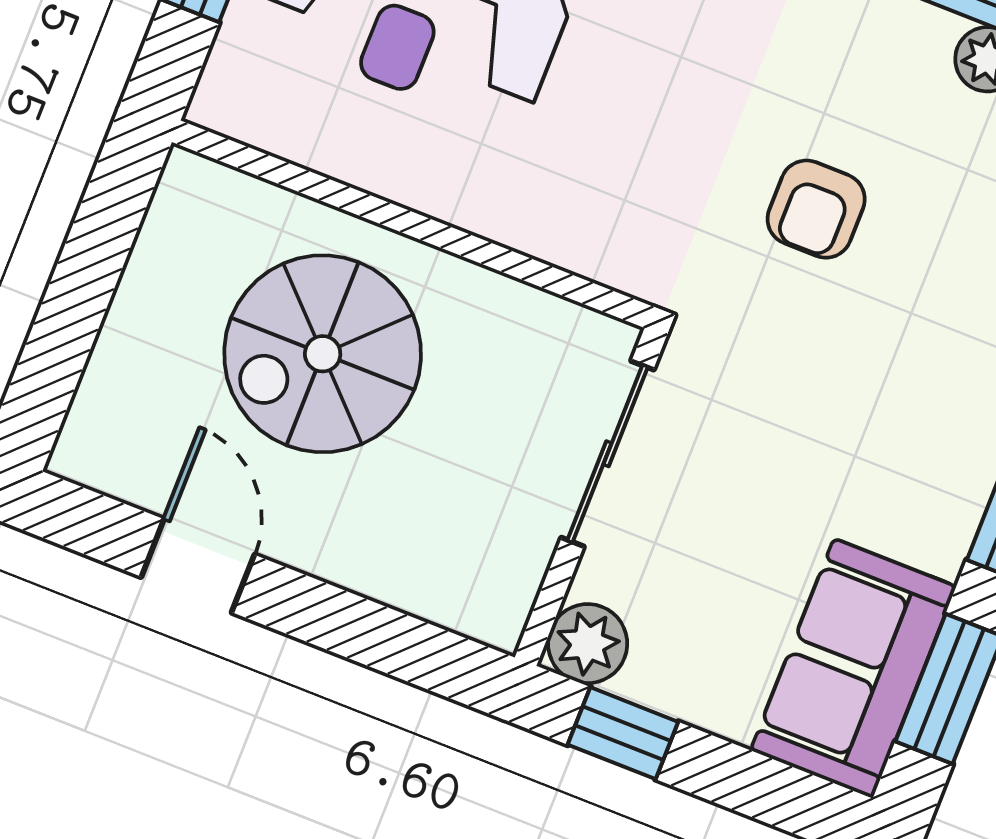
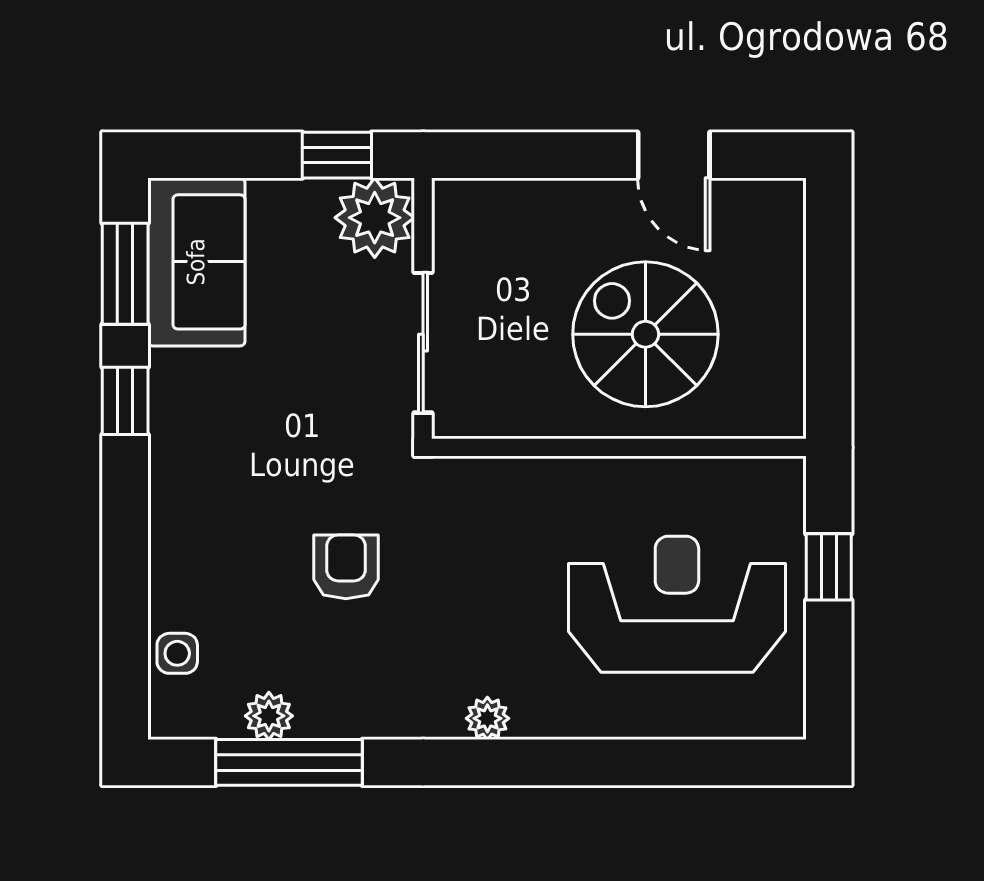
spiral stairs: (323, 354) -> (645, 334), turned -90
plant: (588, 644) -> (375, 218), width x1.36, depth x1.36

